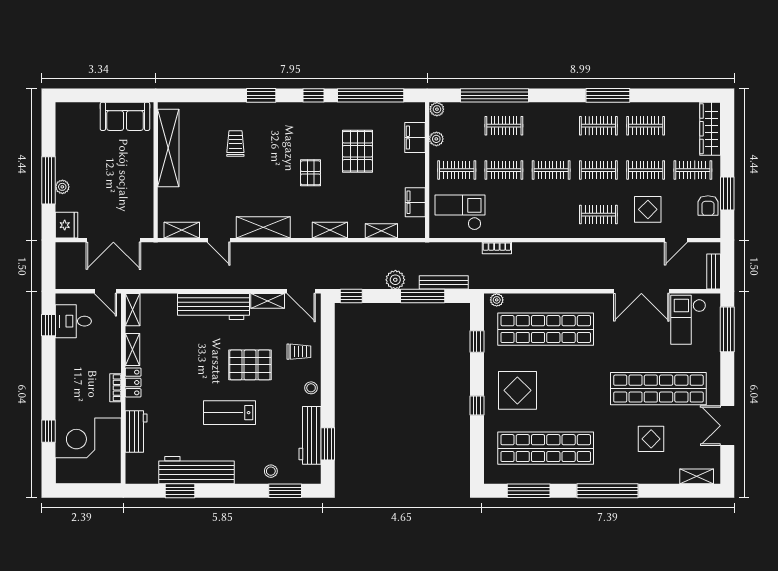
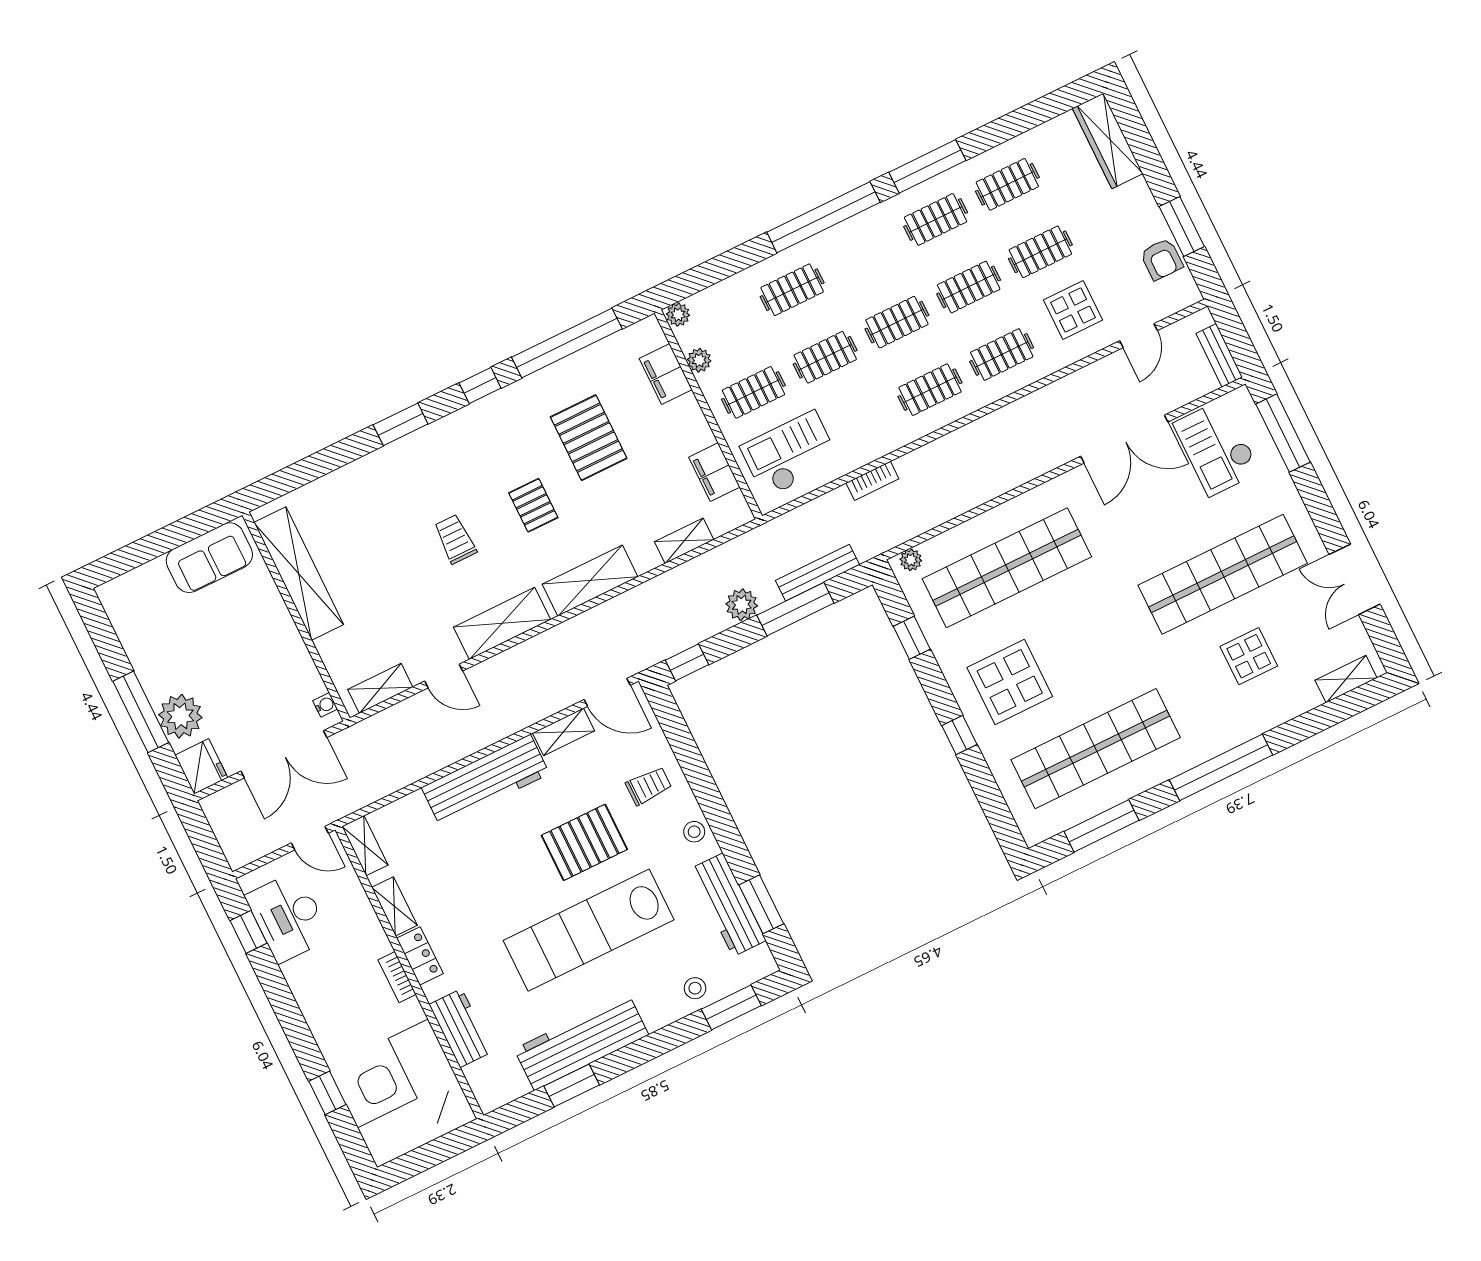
window: (495, 95) -> (823, 217), moved
trolley: (235, 144) -> (455, 539), moved
clothes rail: (693, 170) -> (930, 390), moved
plant: (62, 187) -> (180, 716), width x1.87, depth x1.87
water cooler: (148, 225) -> (325, 705), added
shelving: (330, 230) -> (590, 581), width x1.50, depth x1.33
desk: (73, 321) -> (288, 917), width x1.37
lab bench: (229, 413) -> (589, 930), width x1.86, depth x1.39

